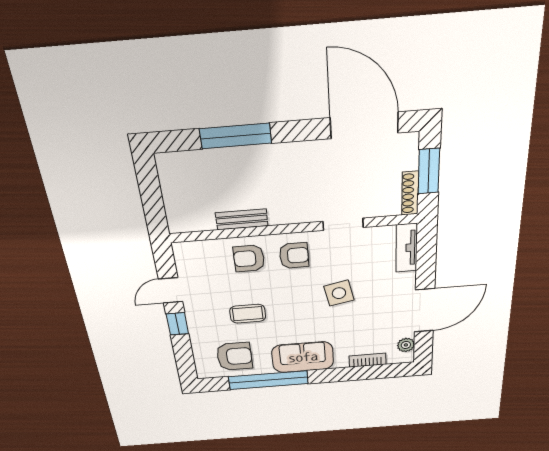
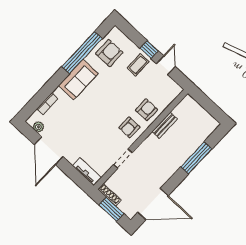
side table: (339, 293) -> (94, 126), removed
coffee table: (248, 314) -> (138, 65), moved
armchair: (234, 356) -> (109, 53), turned 180

